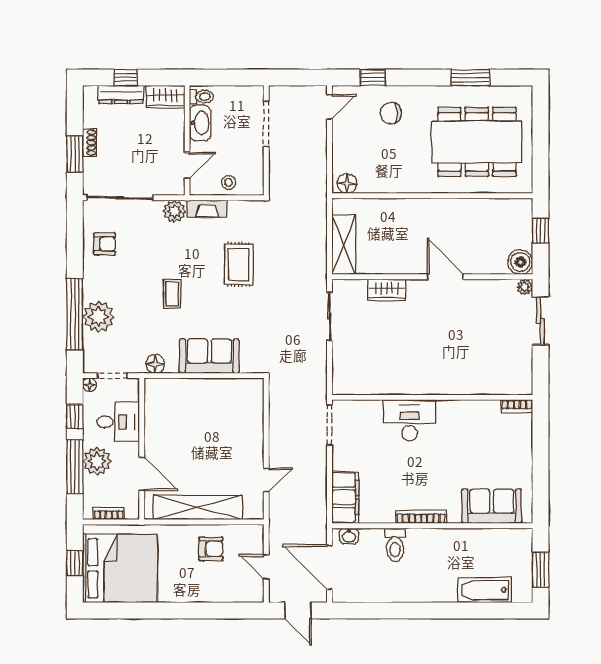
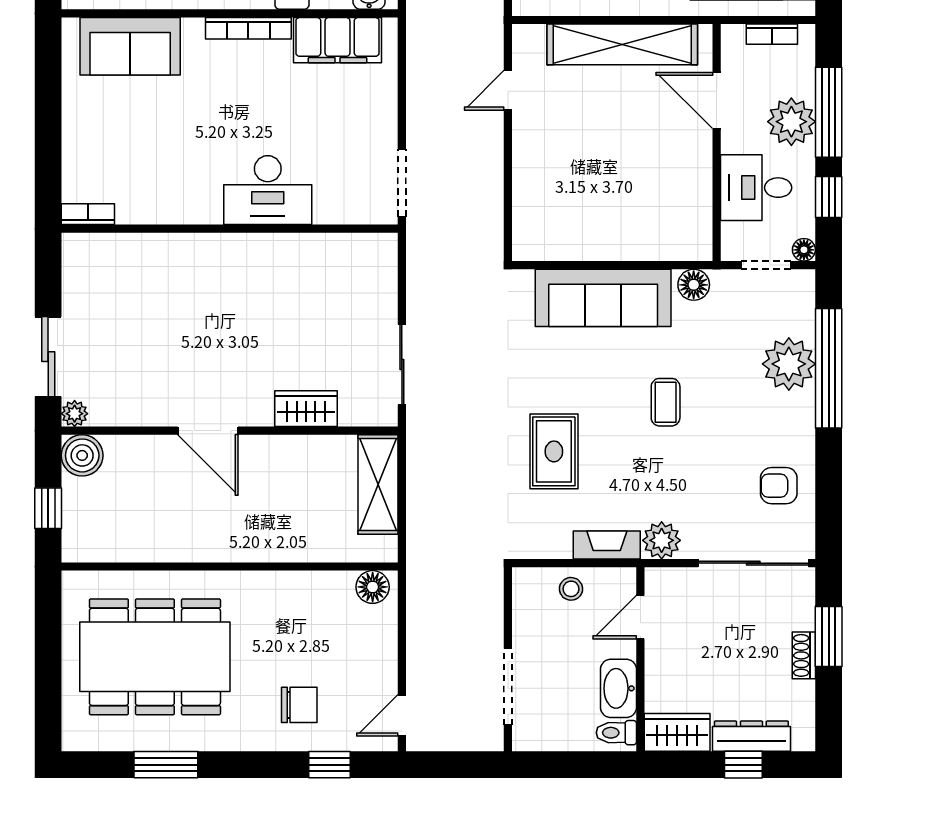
sofa: (209, 356) -> (603, 298), width x1.36
filing cabinet: (345, 497) -> (338, 40), moved, turned -90

